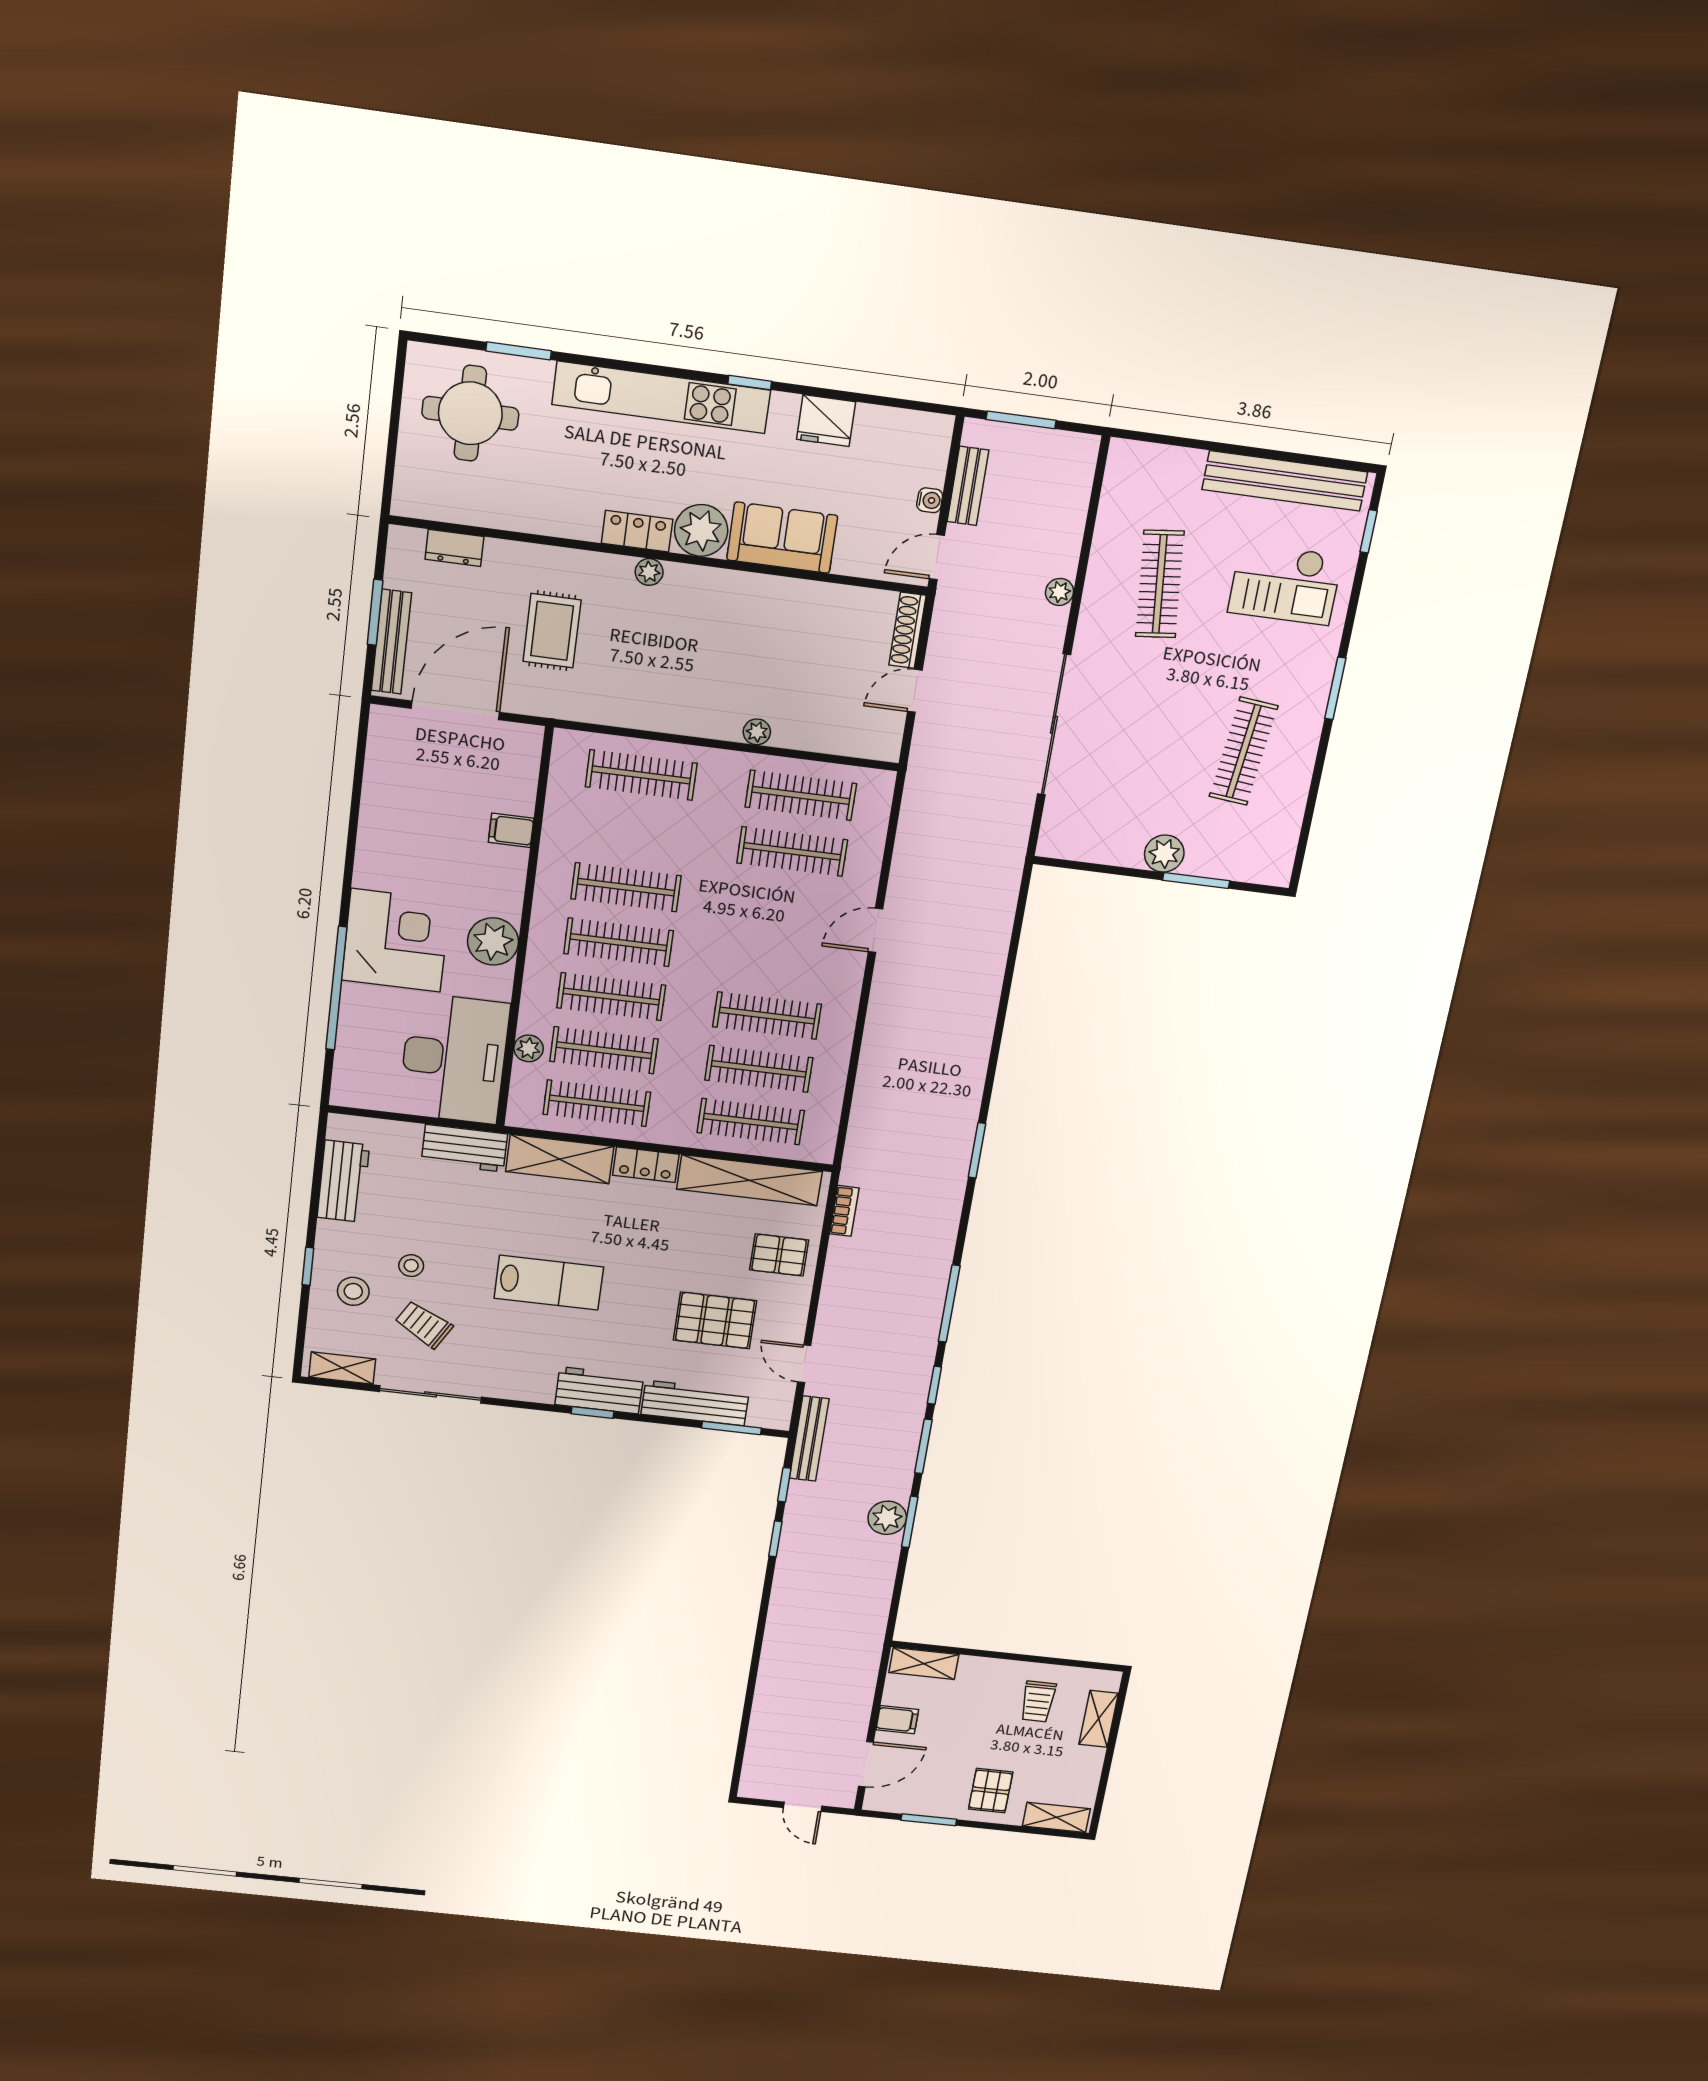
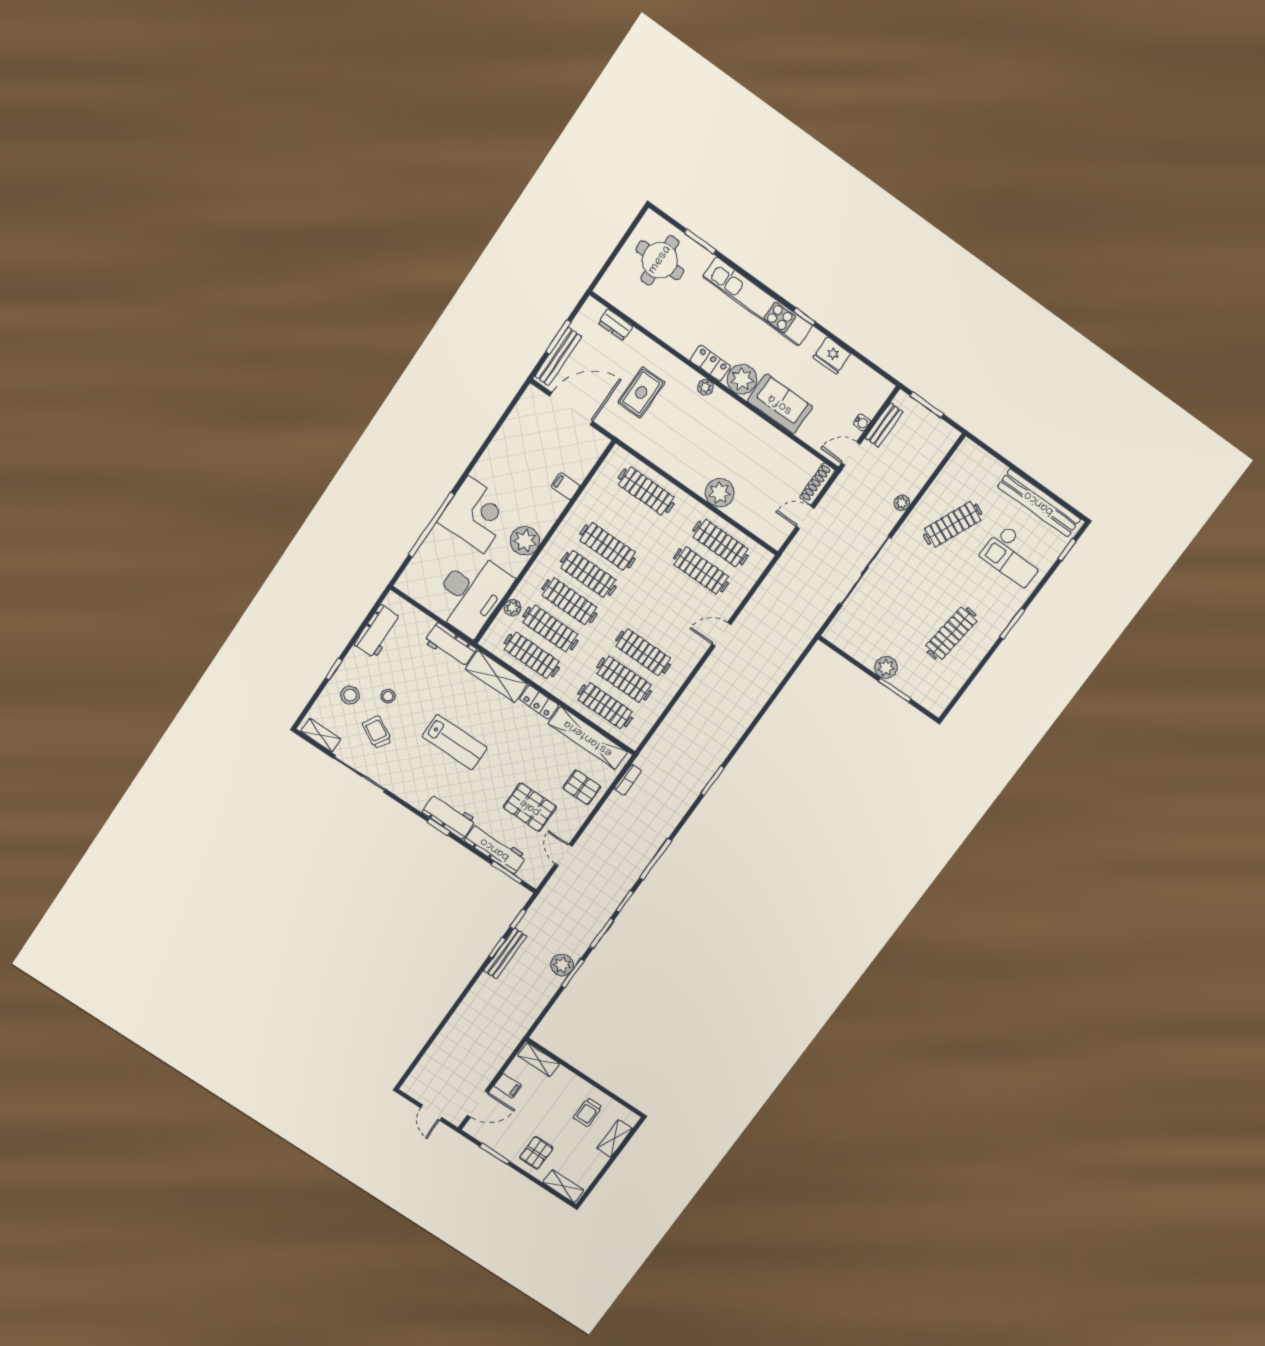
clothes rail: (1160, 584) -> (953, 524), turned 30
plant: (757, 732) -> (720, 493), width x1.88, depth x1.88
bench: (809, 1439) -> (505, 953), moved

